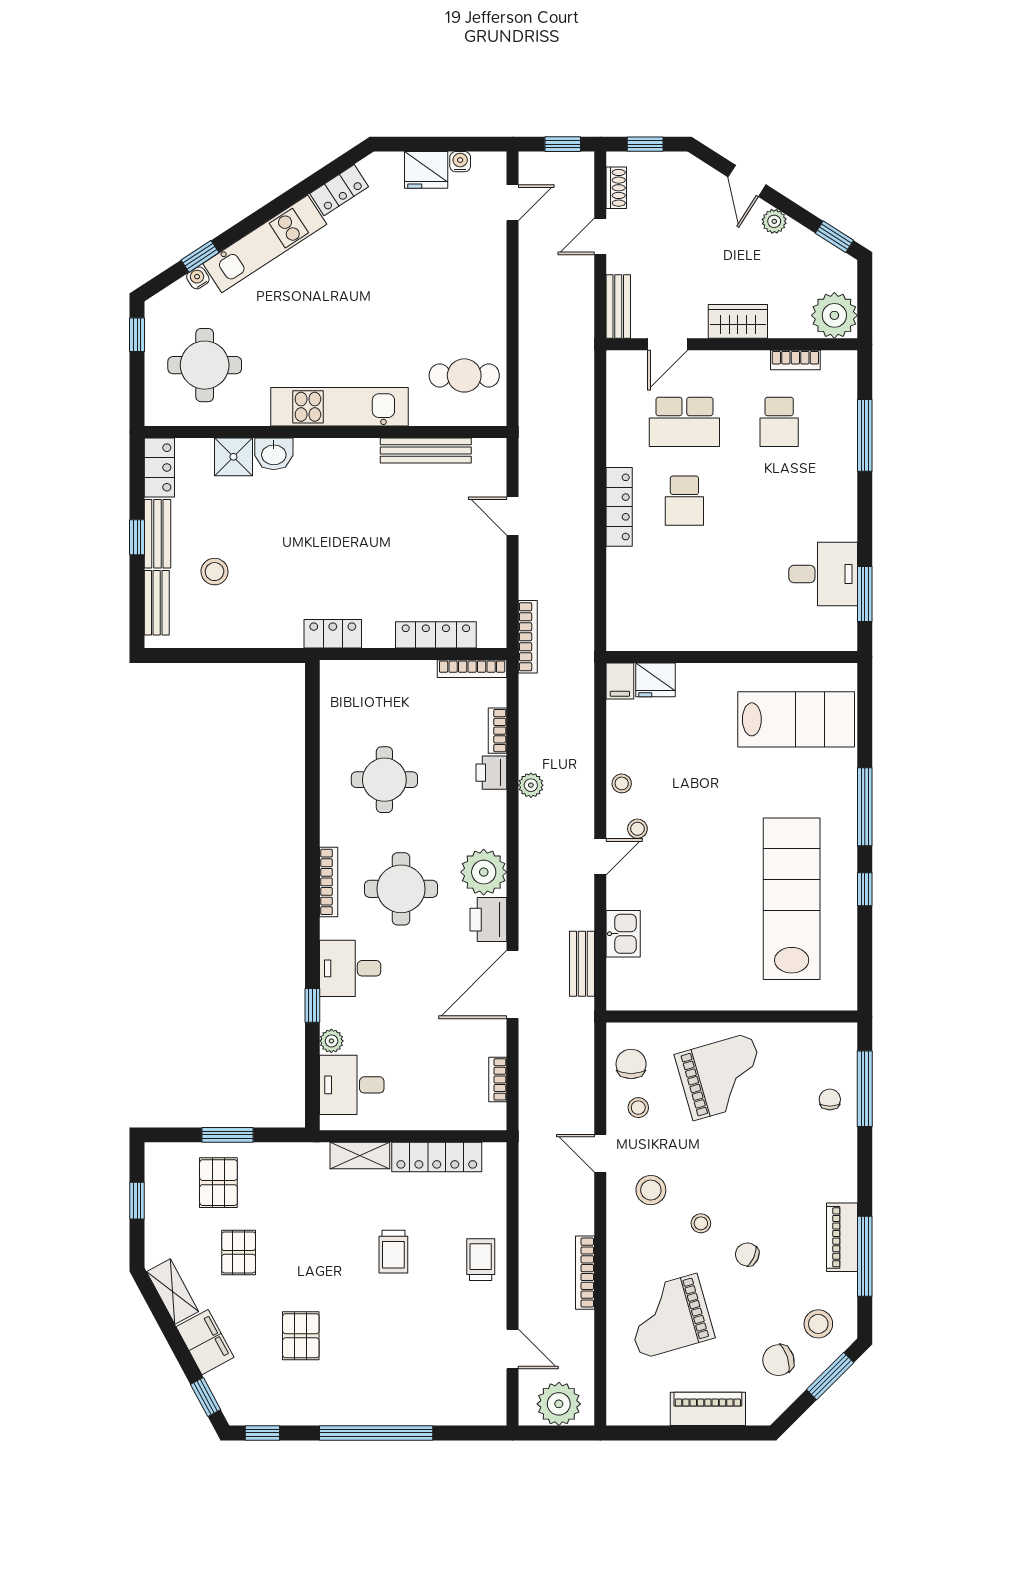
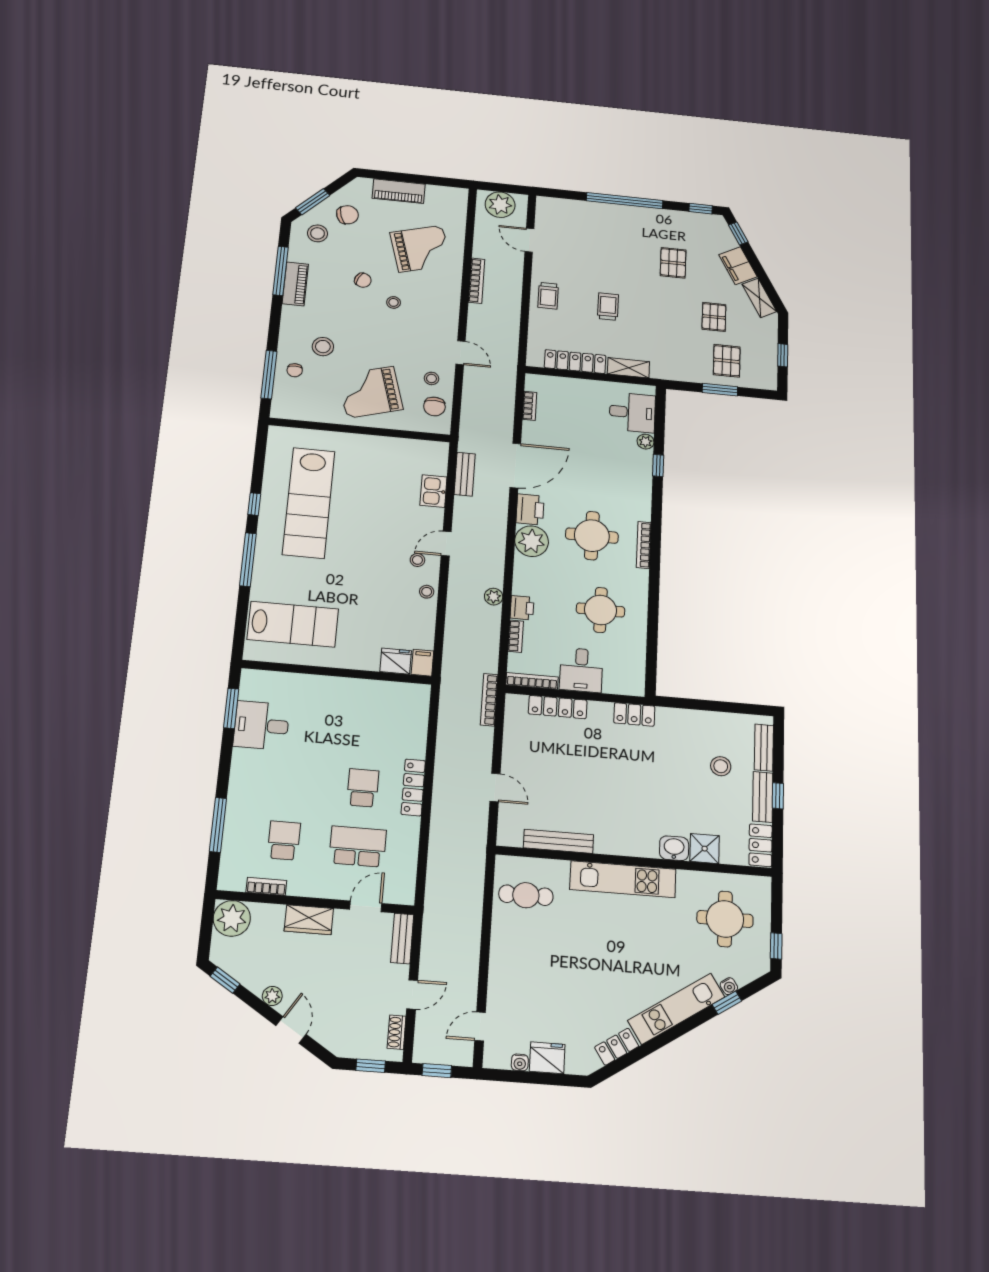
lab bench: (796, 719) -> (293, 624), turned 180
desk: (350, 968) -> (581, 670), moved, turned 90
stool: (651, 1190) -> (323, 347), moved

